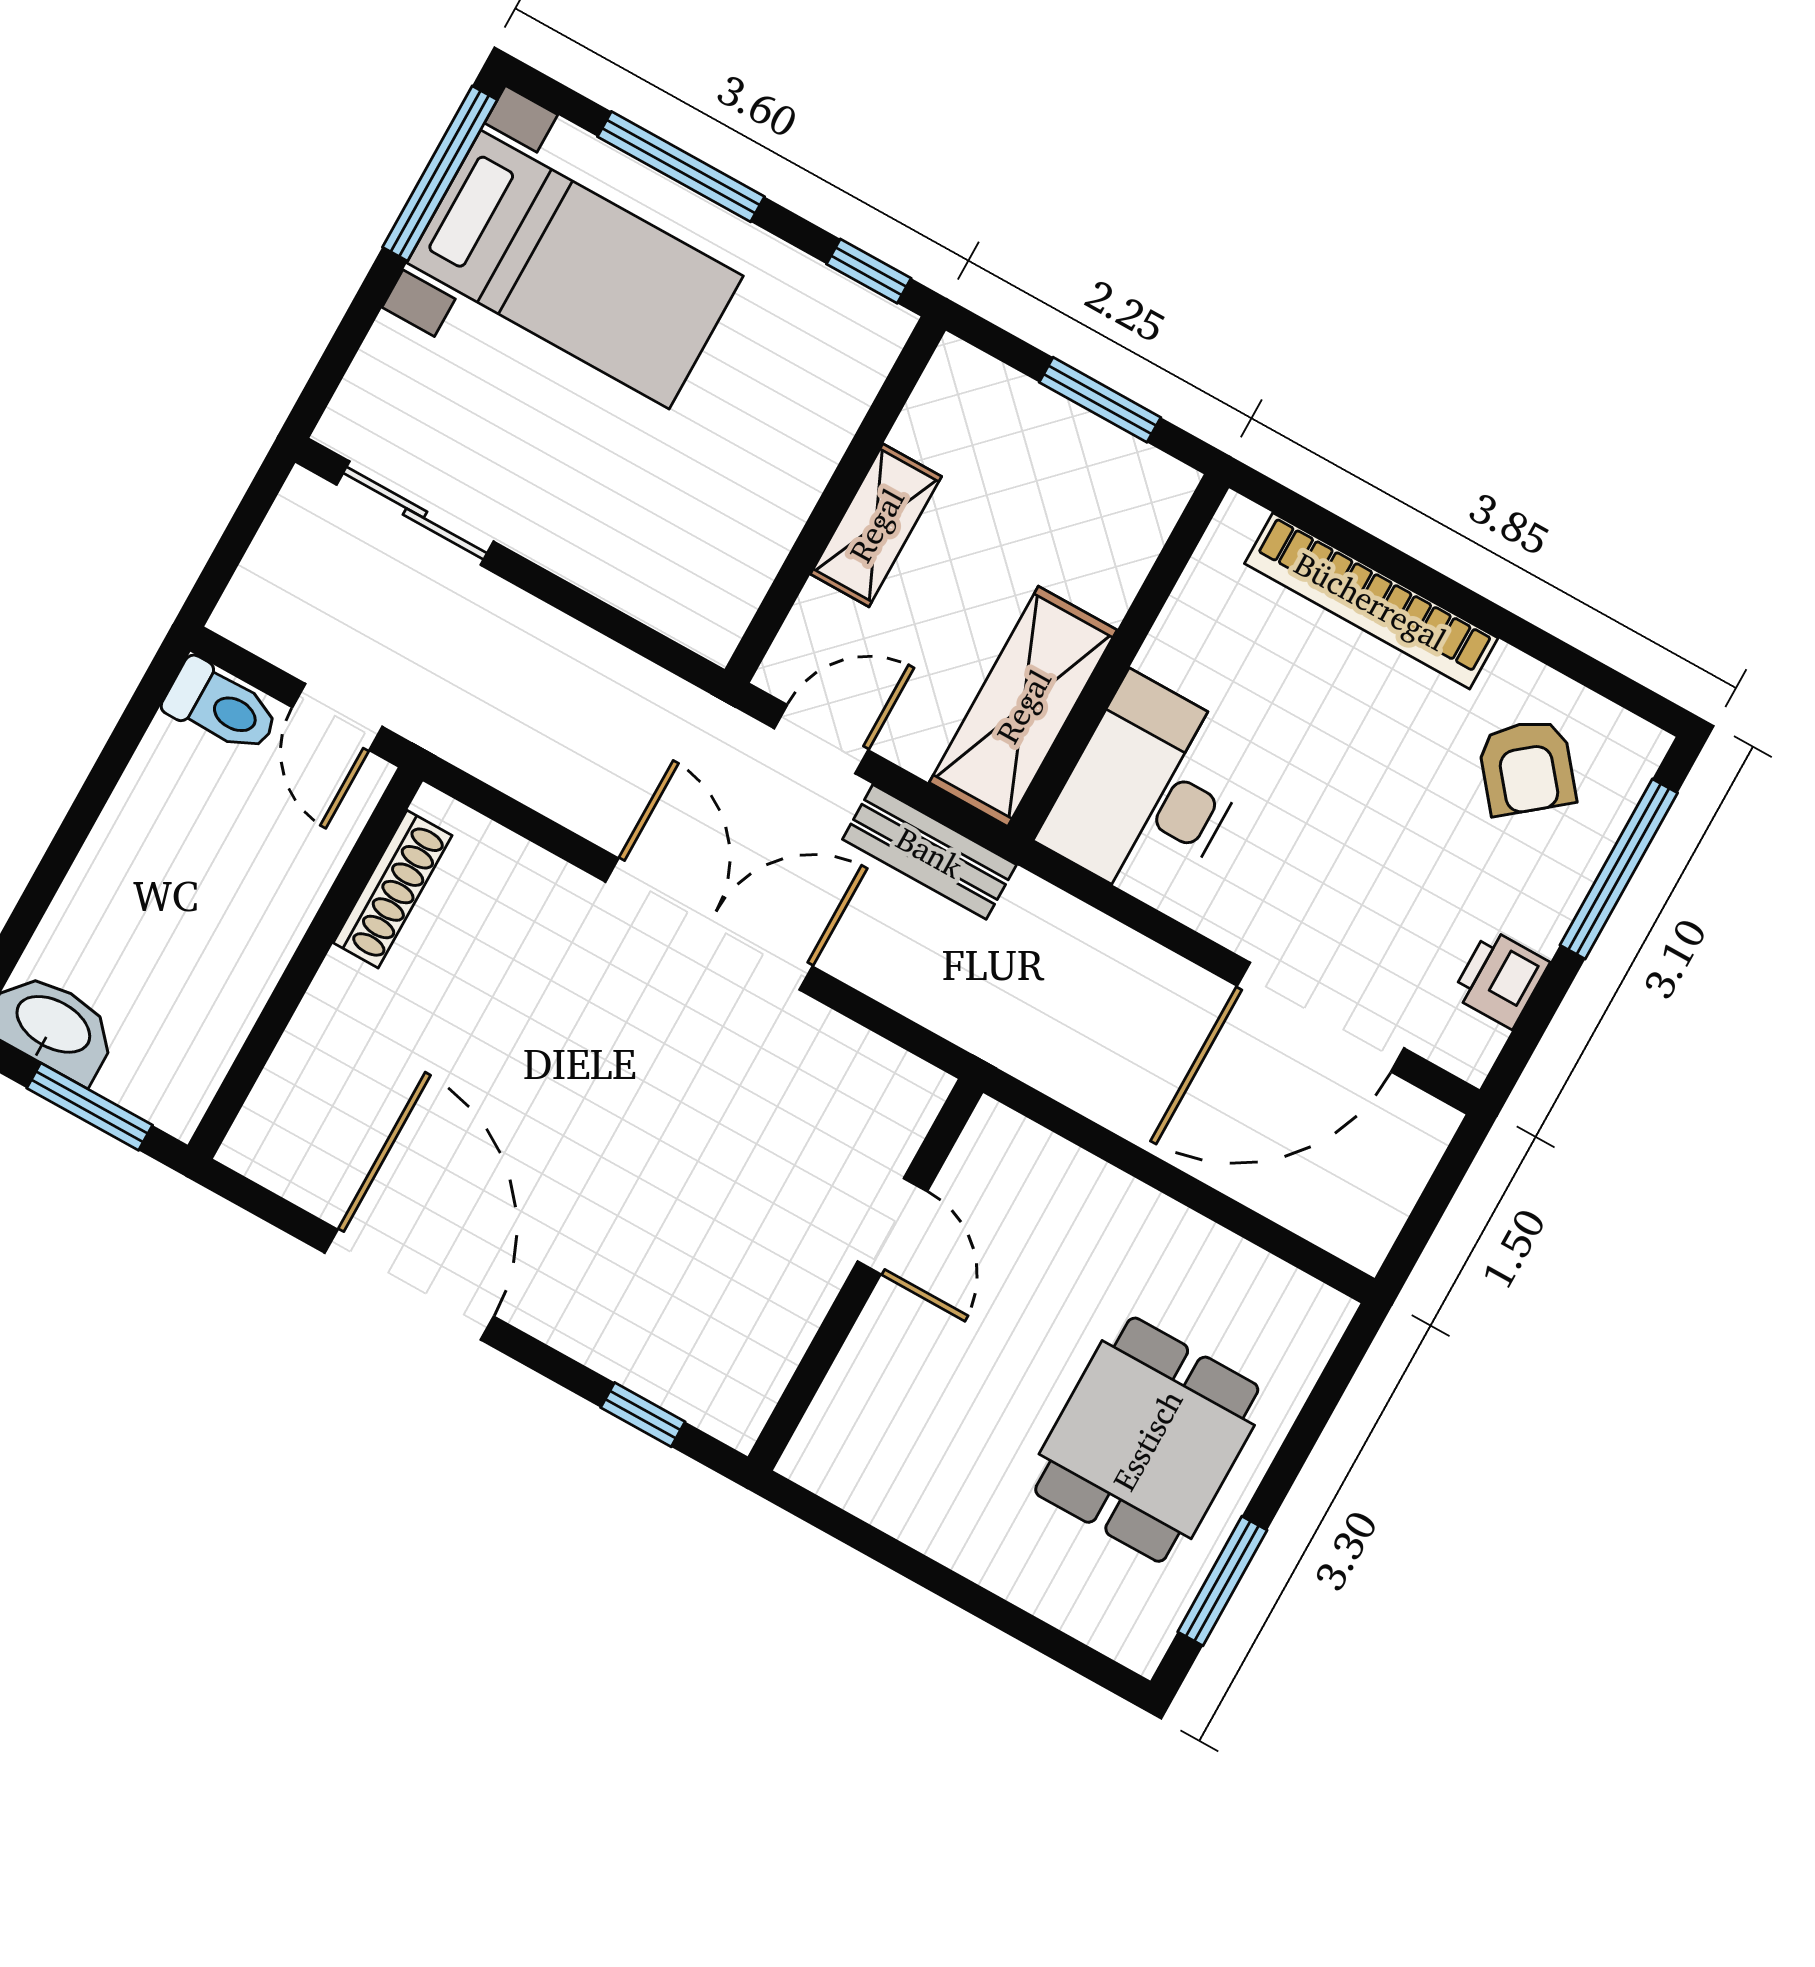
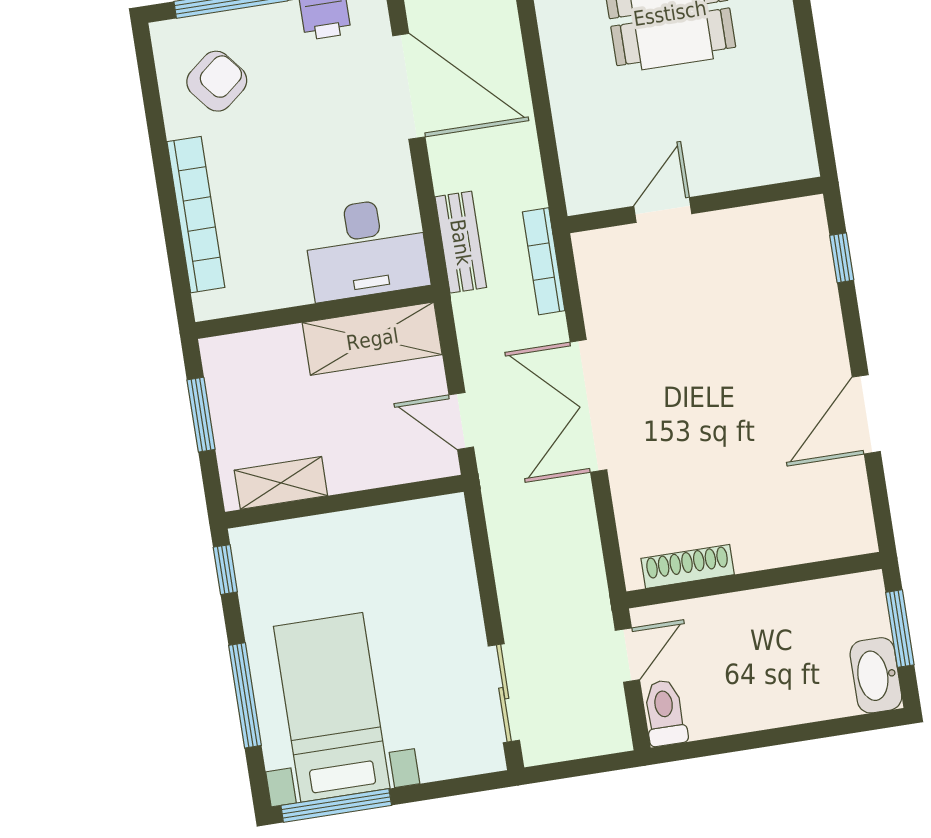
shelving: (876, 525) -> (281, 483), moved
bench: (930, 852) -> (461, 242), moved
bookcase: (948, 1015) -> (544, 261), added
door: (409, 1285) -> (866, 414), width x0.73

